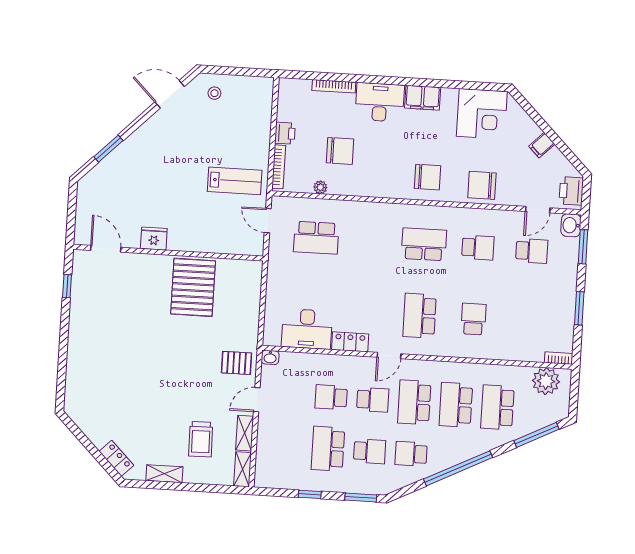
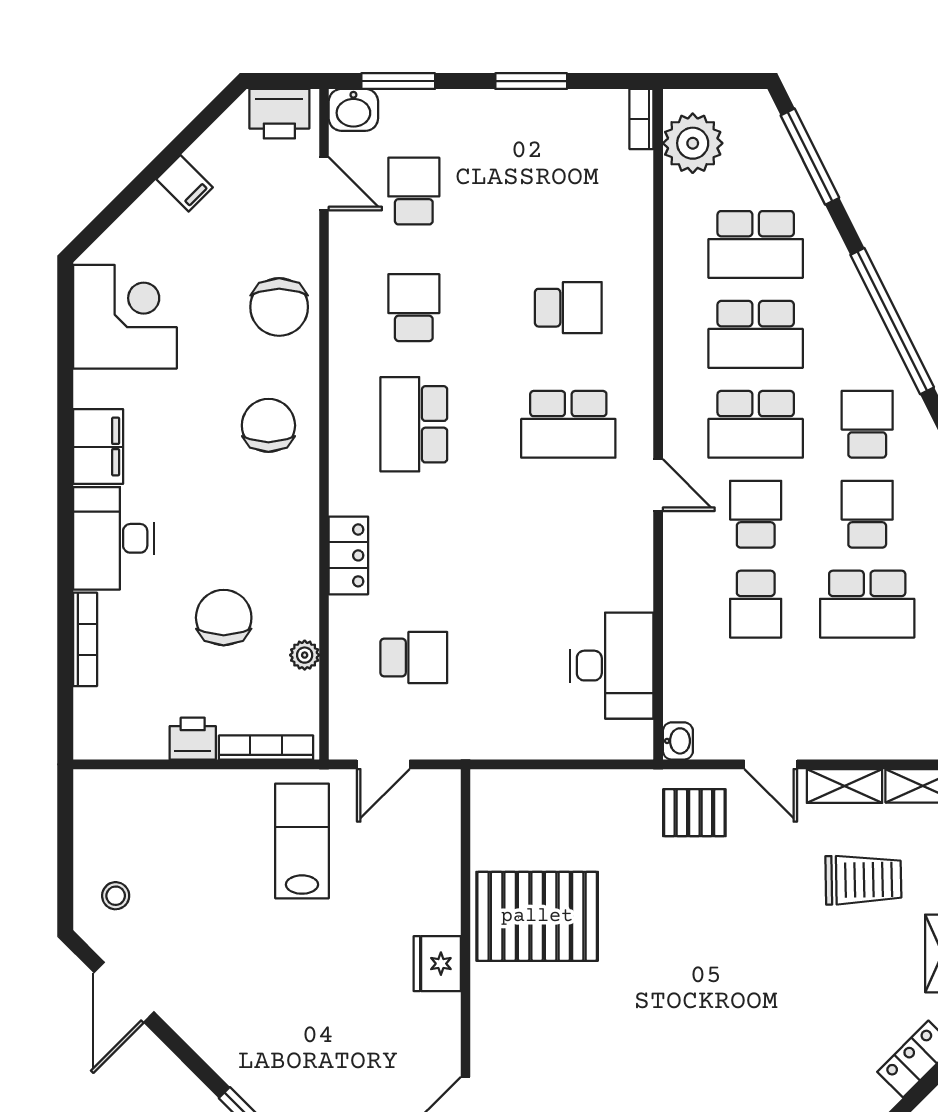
school desk: (316, 238) -> (414, 657), width x0.54
fridge: (154, 239) -> (437, 964), moved
school desk: (473, 319) -> (568, 308), turned 180
locker: (350, 342) -> (348, 555), moved, turned 180
pallet: (236, 363) -> (694, 813), turned 90
school desk: (411, 454) -> (867, 424), turned 180

